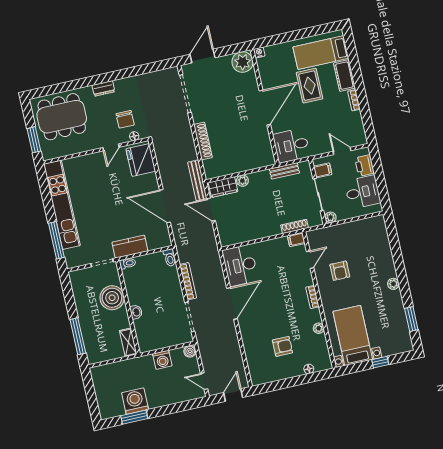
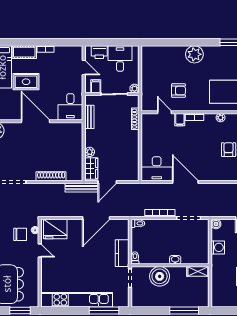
door: (342, 151) -> (84, 68), swing flipped
filing cabinet: (296, 240) -> (180, 120), moved
plant: (393, 284) -> (194, 54), width x1.88, depth x1.88

